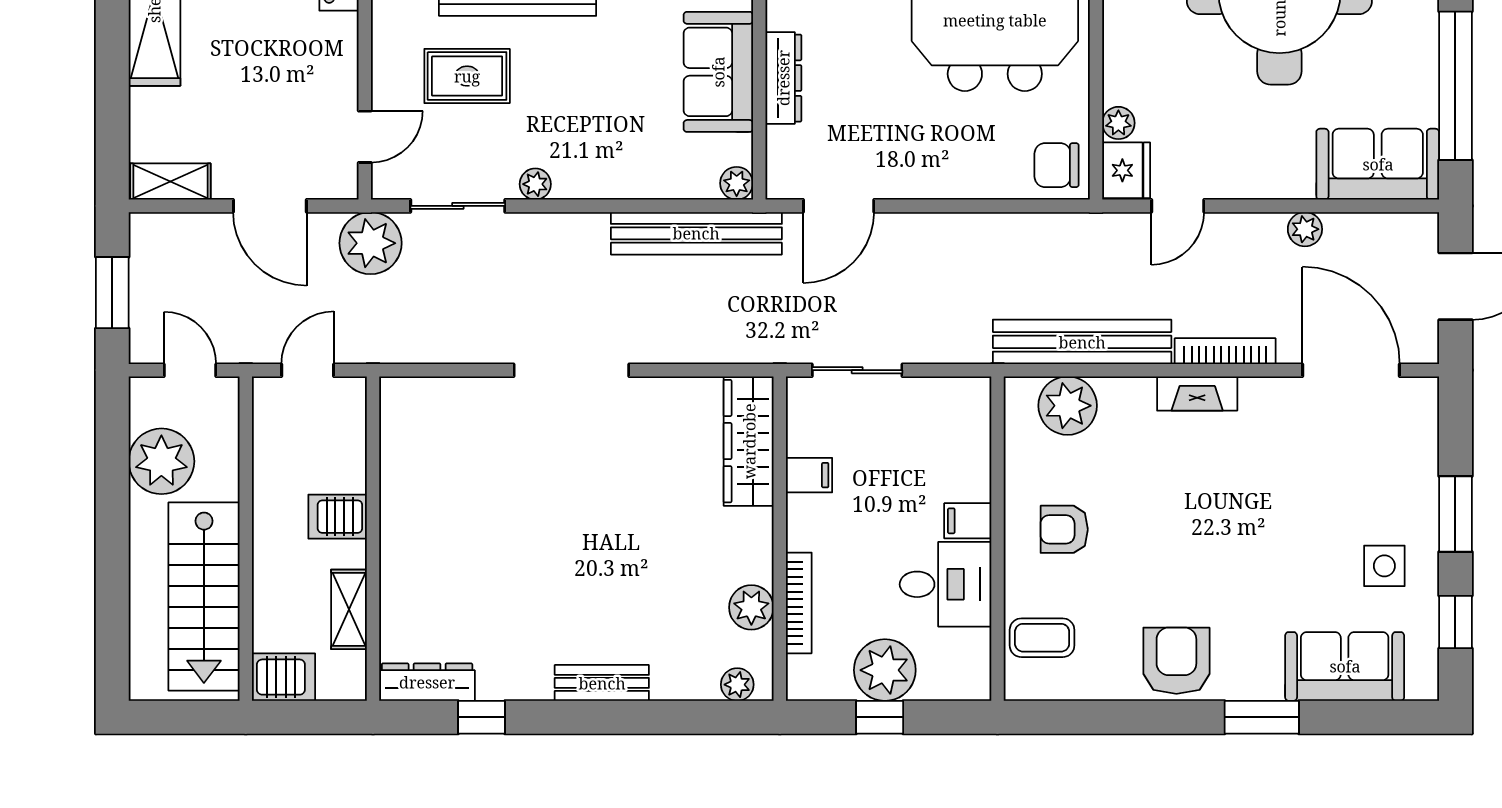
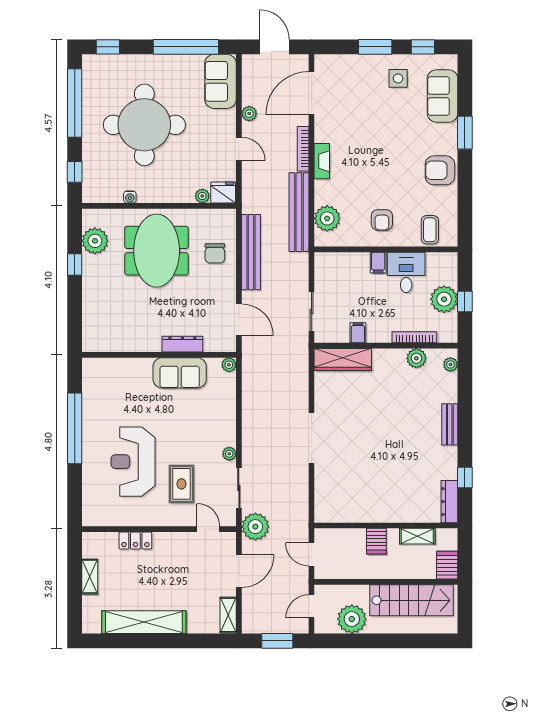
chair: (1057, 165) -> (215, 253), moved
door: (1178, 206) -> (239, 149), moved
bench: (696, 233) -> (251, 252), moved

